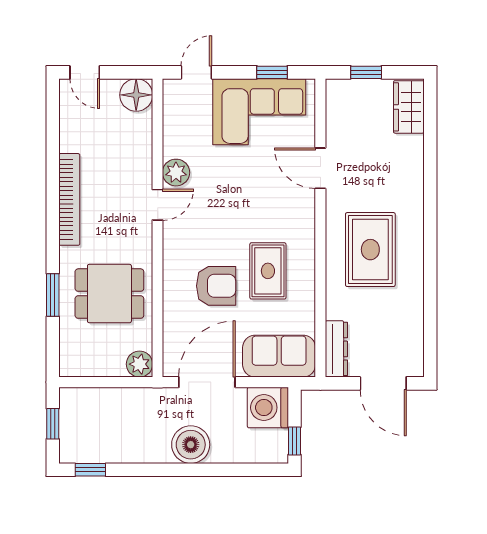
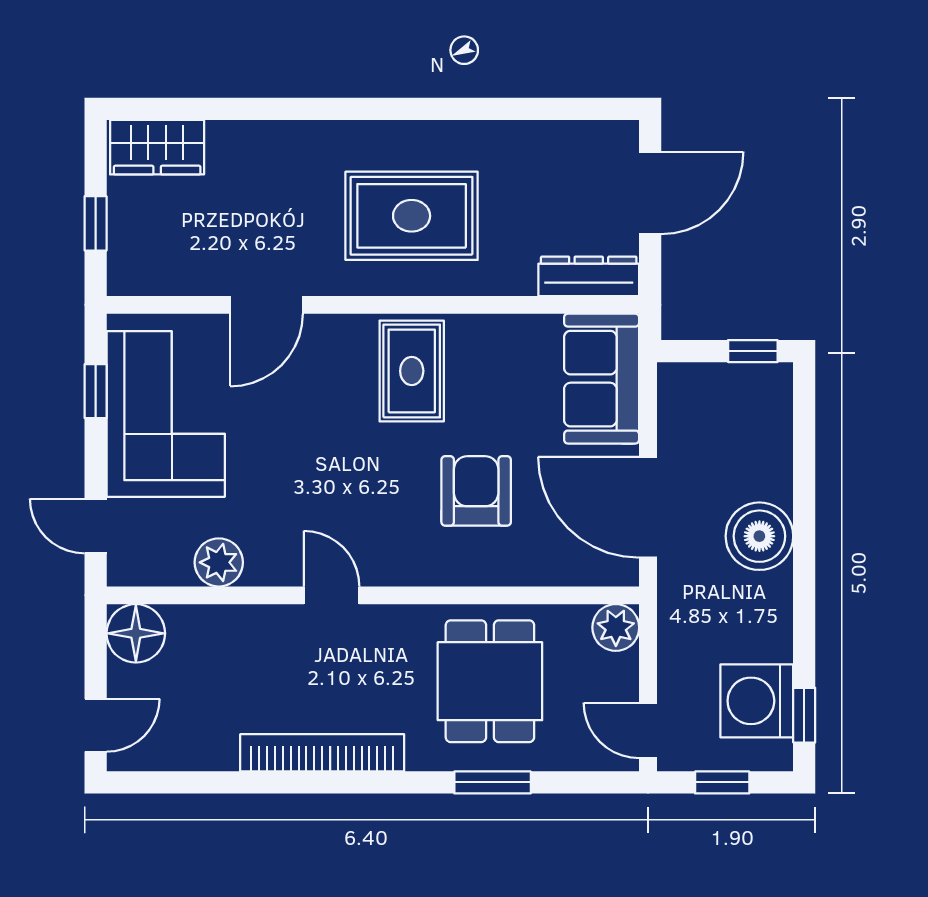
plant: (176, 173) -> (219, 562), moved
rug: (268, 271) -> (412, 371), moved, turned 90
door: (82, 382) -> (648, 730), added
washing machine: (268, 408) -> (757, 701), moved, turned 90

